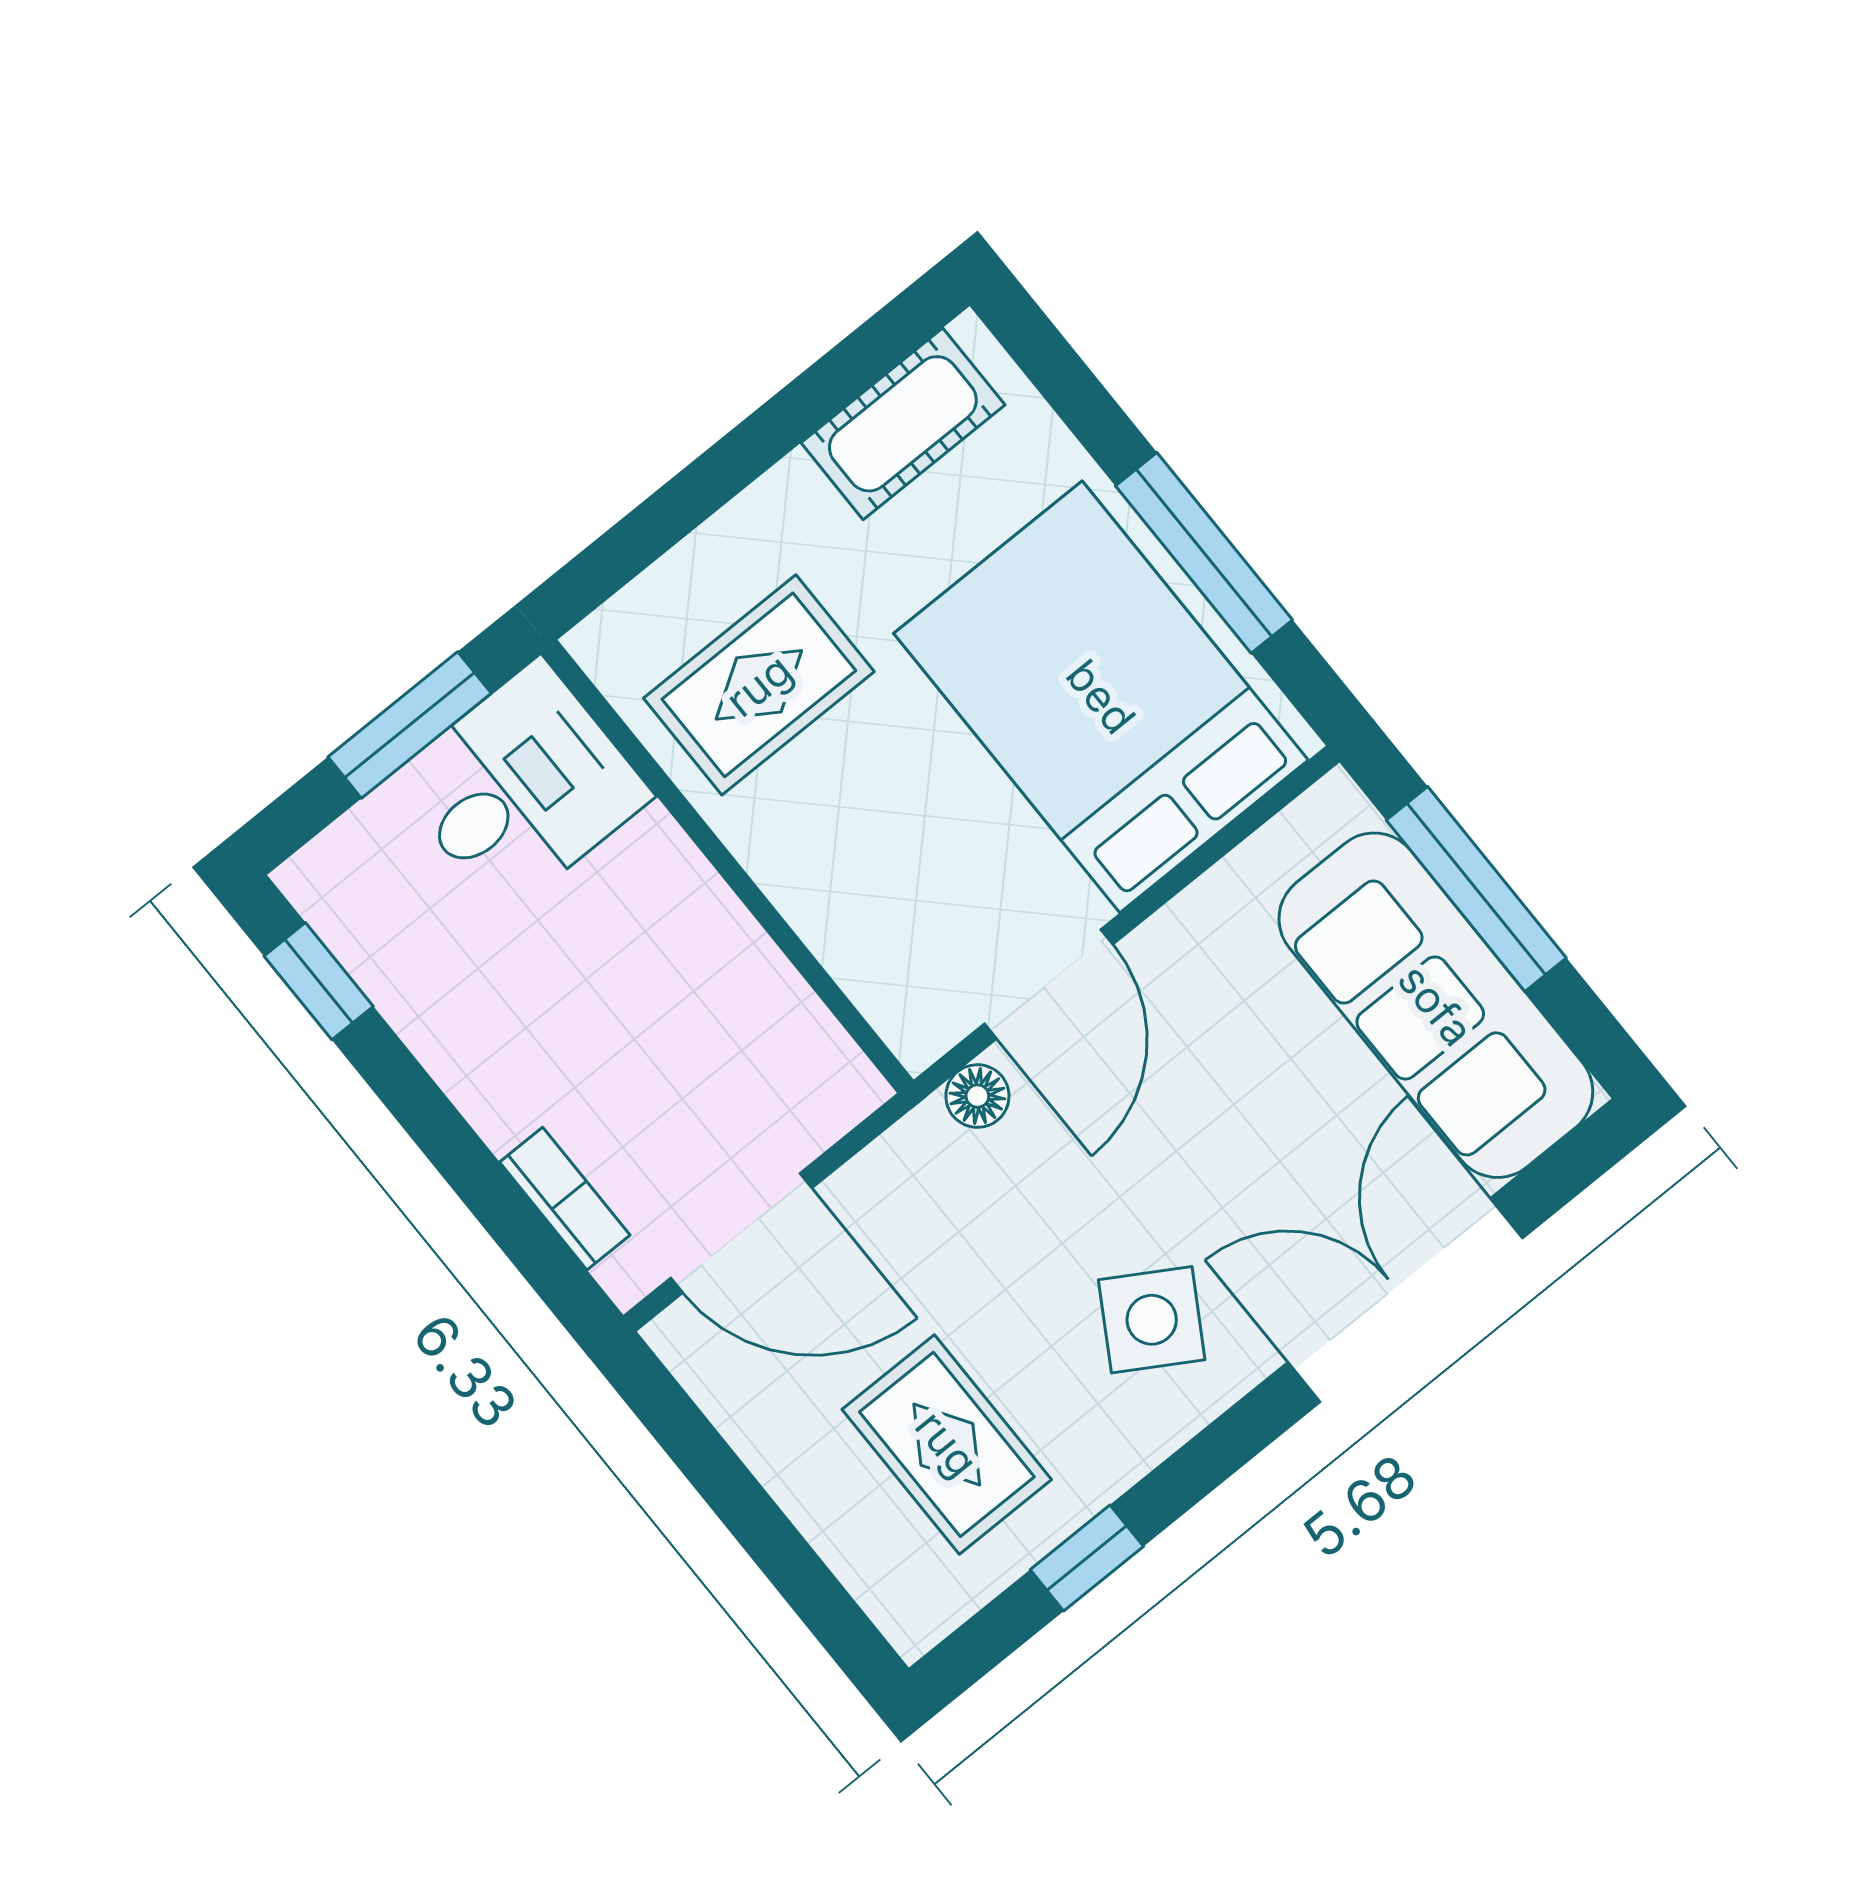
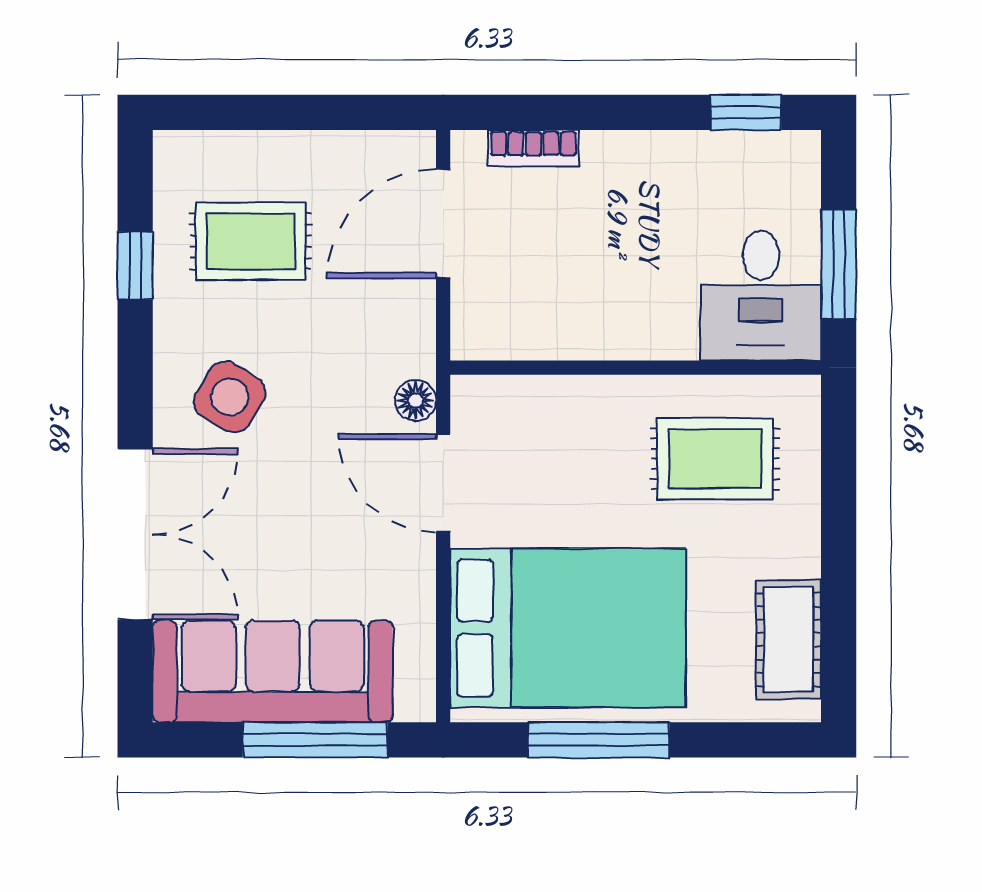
rug: (759, 685) -> (715, 459), turned 90

